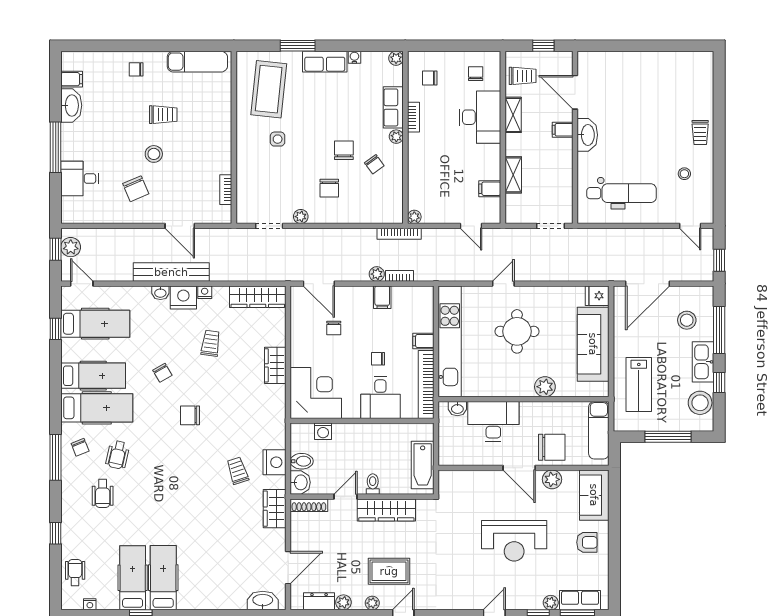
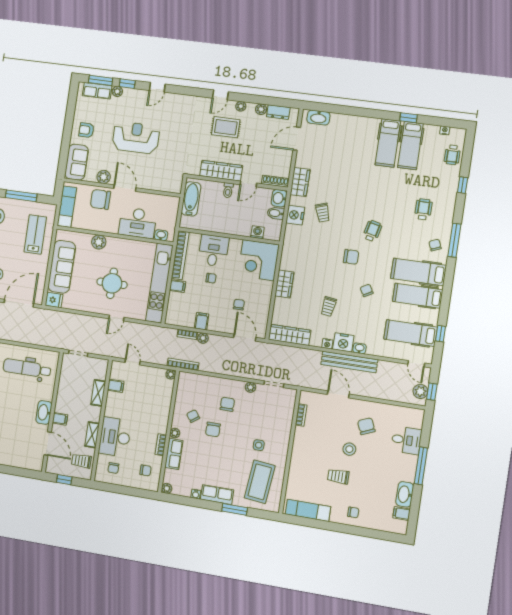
wheelchair: (118, 455) -> (372, 231), moved

